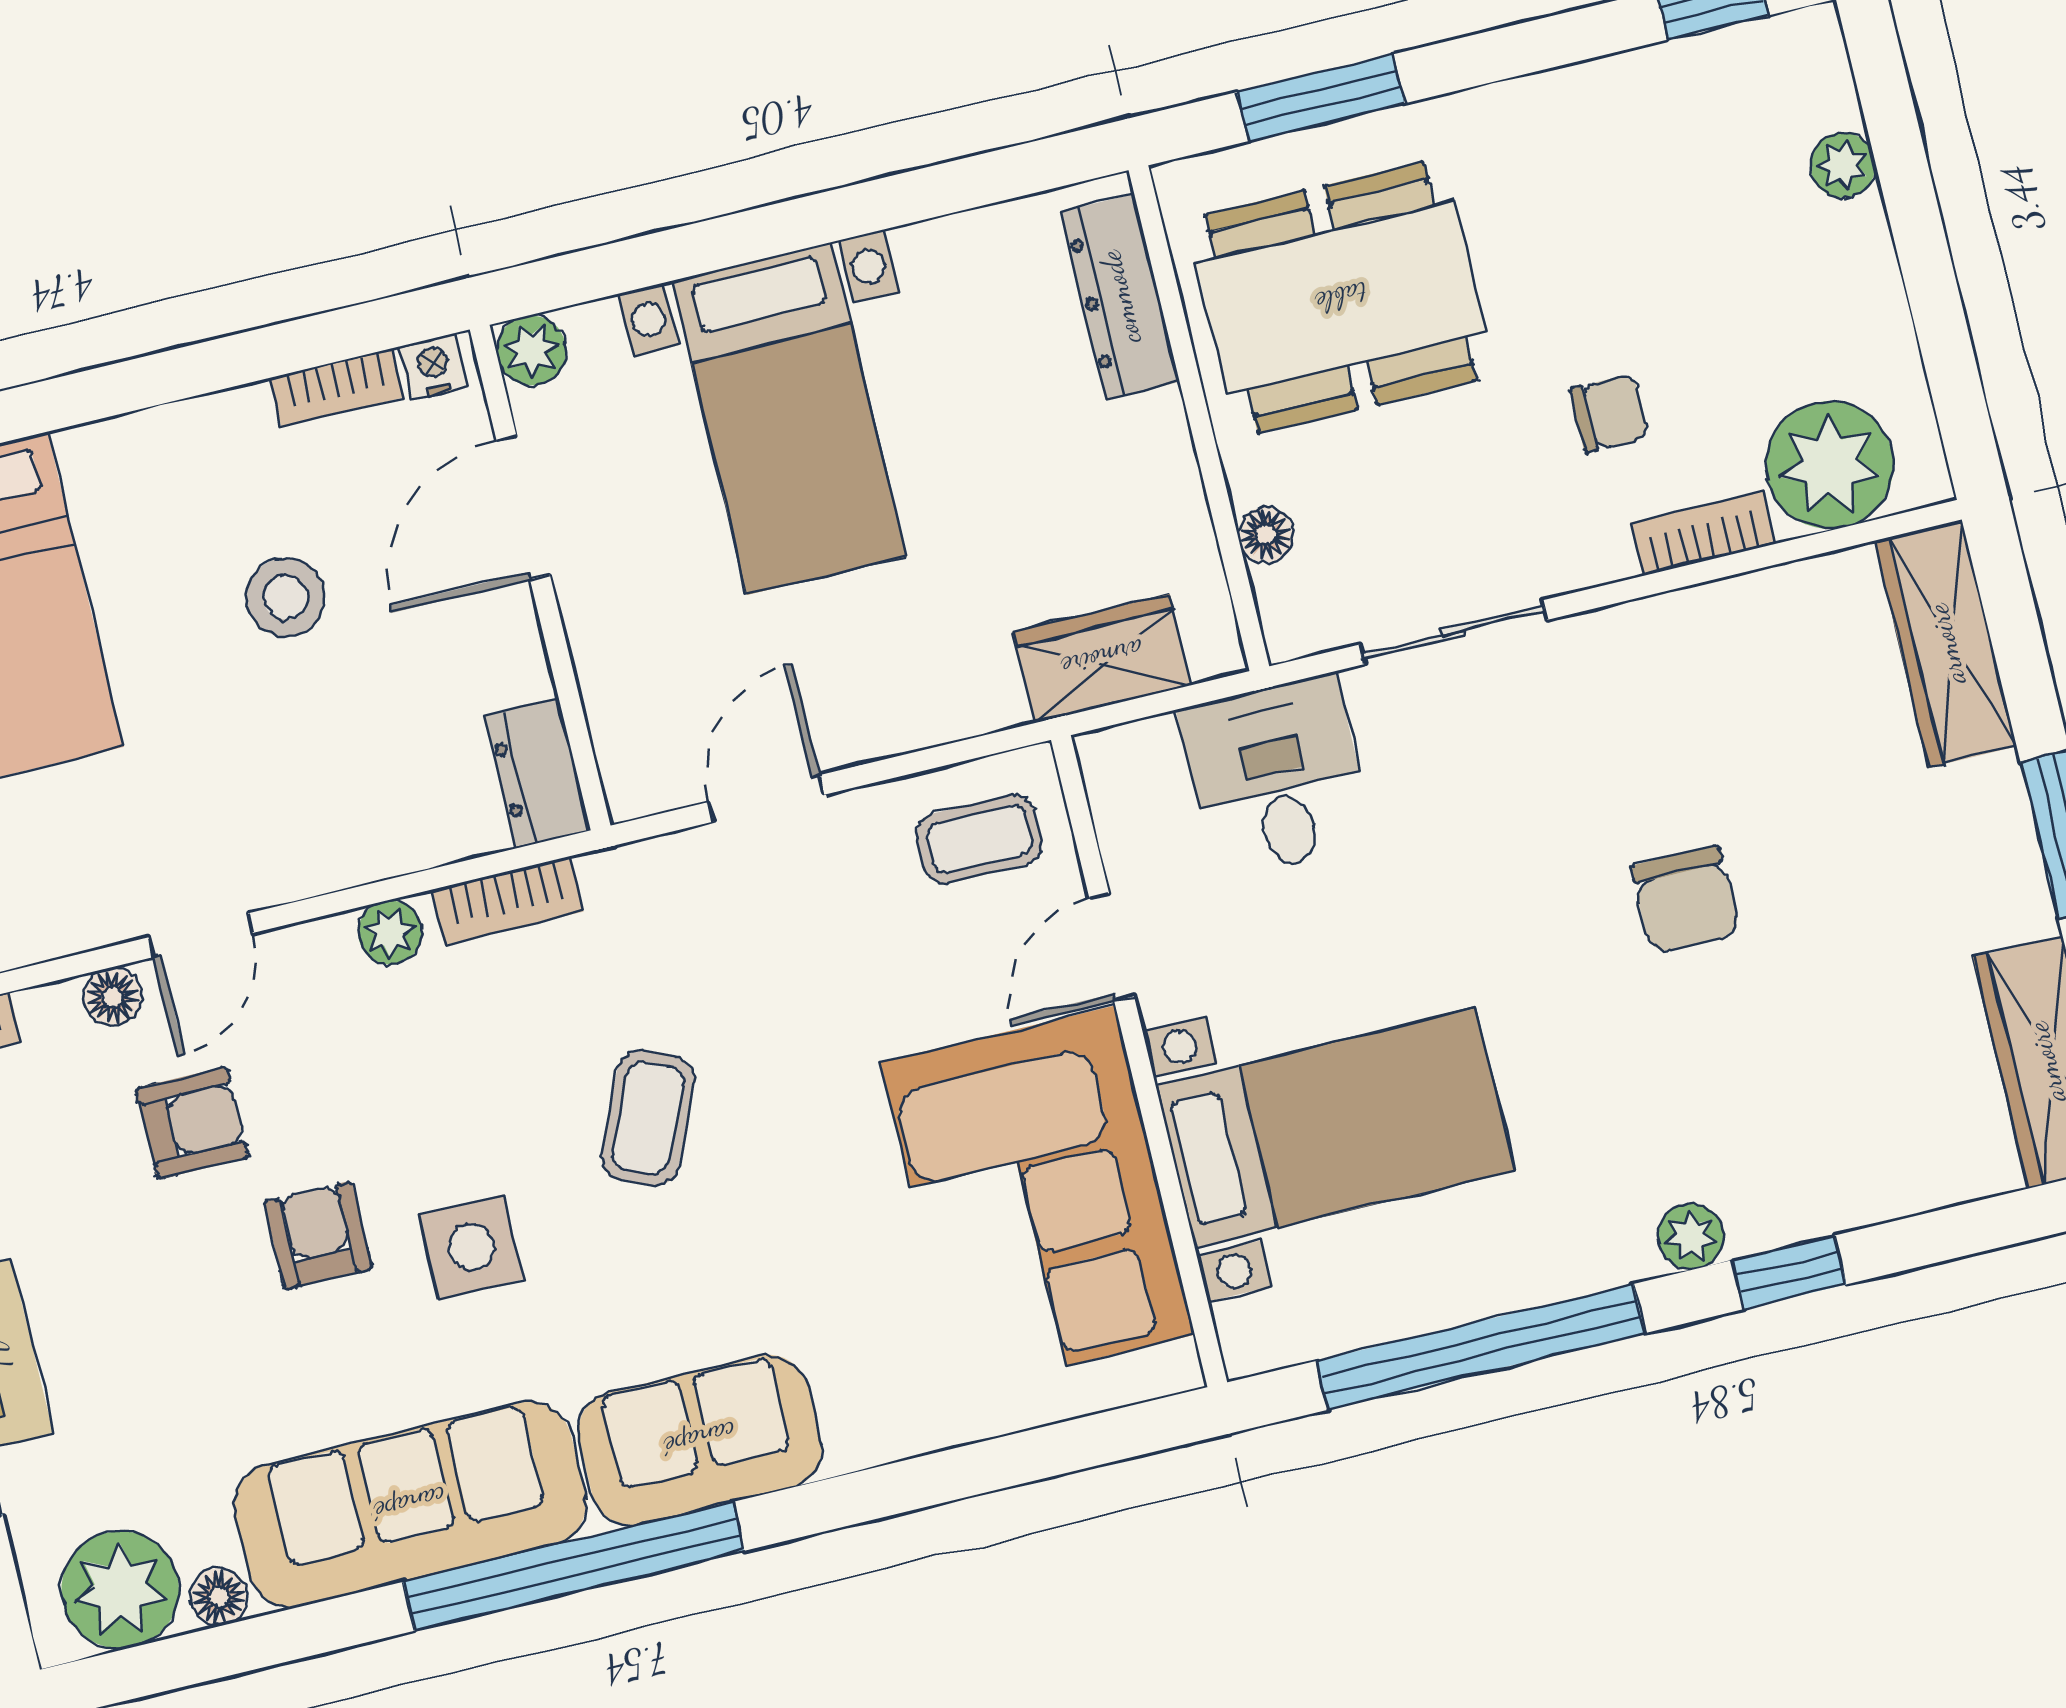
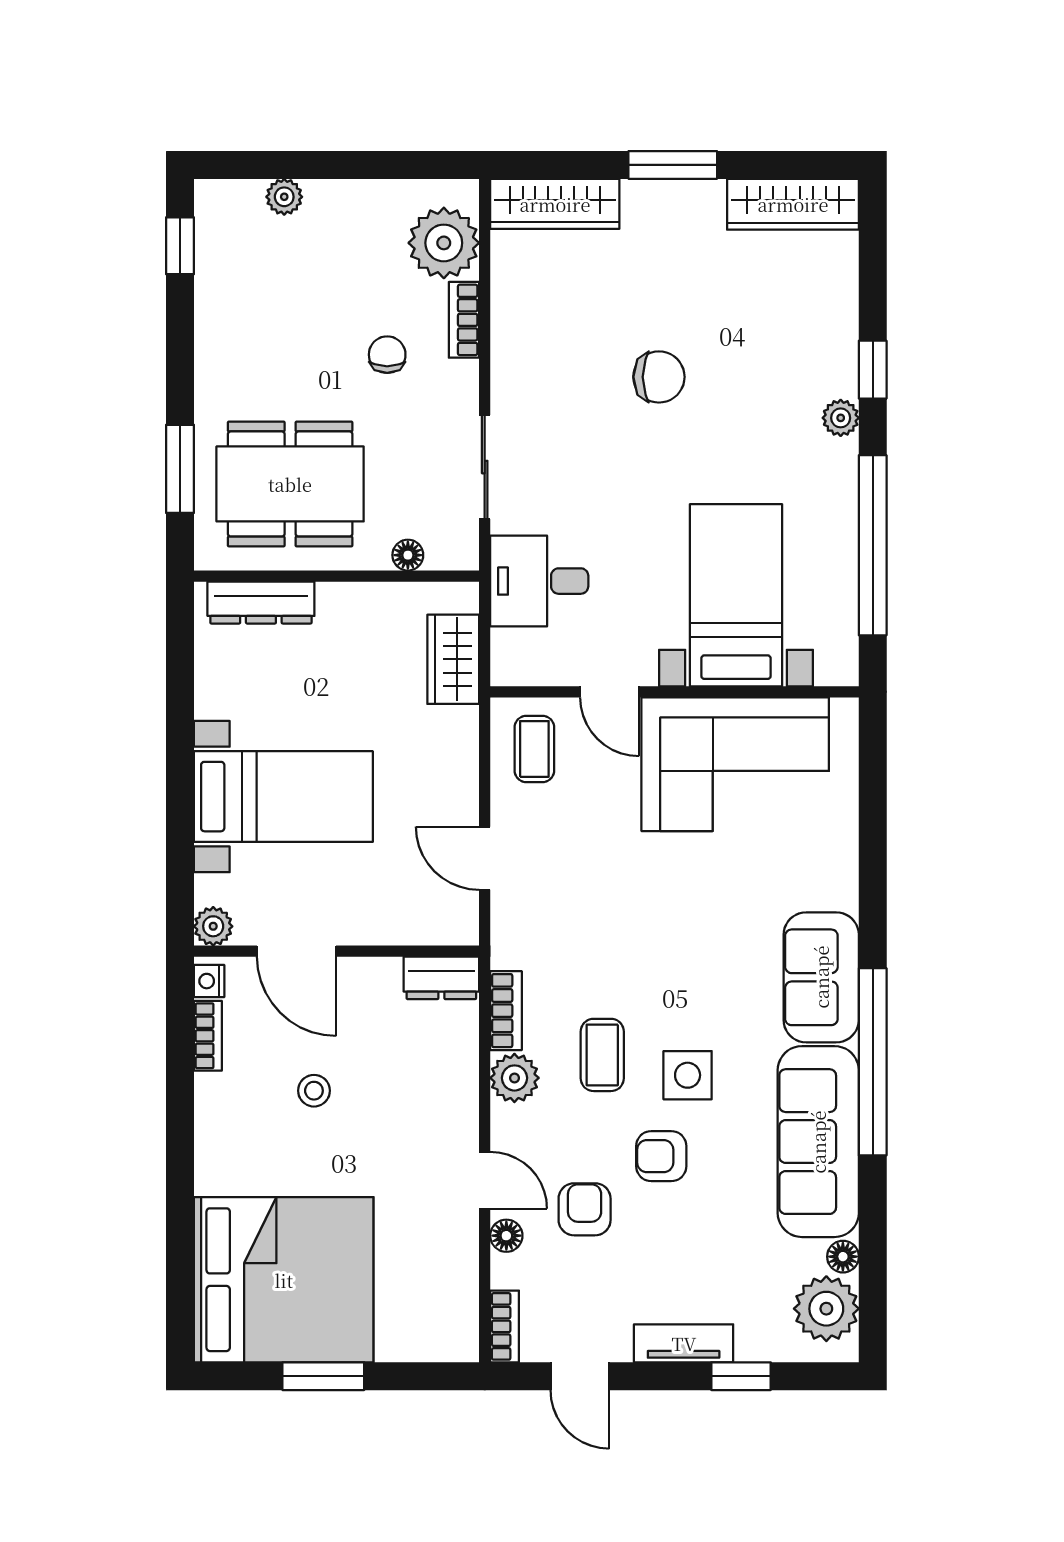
dining table: (1341, 298) -> (290, 484), turned 90
stool: (285, 597) -> (314, 1091), width x0.73, depth x0.73
plant: (390, 933) -> (514, 1078), width x1.38, depth x1.38
coffee table: (648, 1118) -> (602, 1055), moved, turned 66

